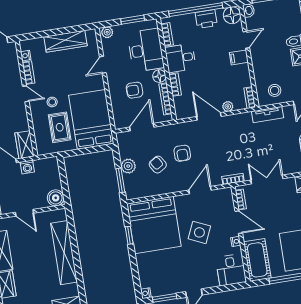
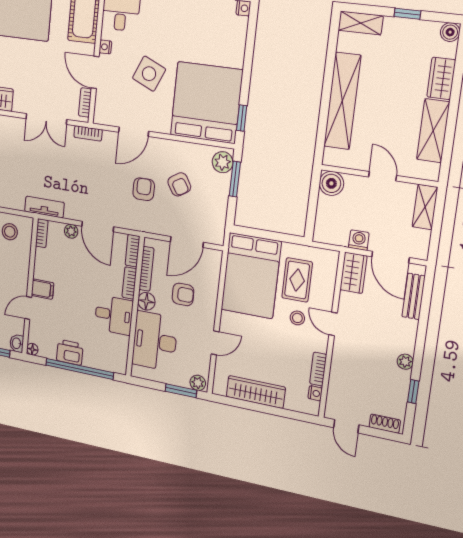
floor lamp: (232, 15) -> (32, 349), width x0.53, depth x0.53
window: (133, 20) -> (181, 391), moved
bookcase: (167, 34) -> (132, 251), moved
door: (26, 94) -> (333, 324), moved
tv unit: (268, 115) -> (44, 207), moved
plant: (128, 166) -> (223, 162), moved
window: (129, 235) -> (242, 118), moved

